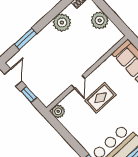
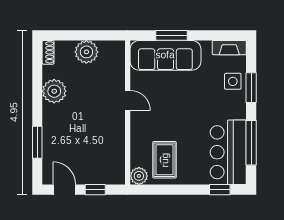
door: (78, 82) -> (128, 100), moved
rug: (100, 98) -> (165, 160), moved

